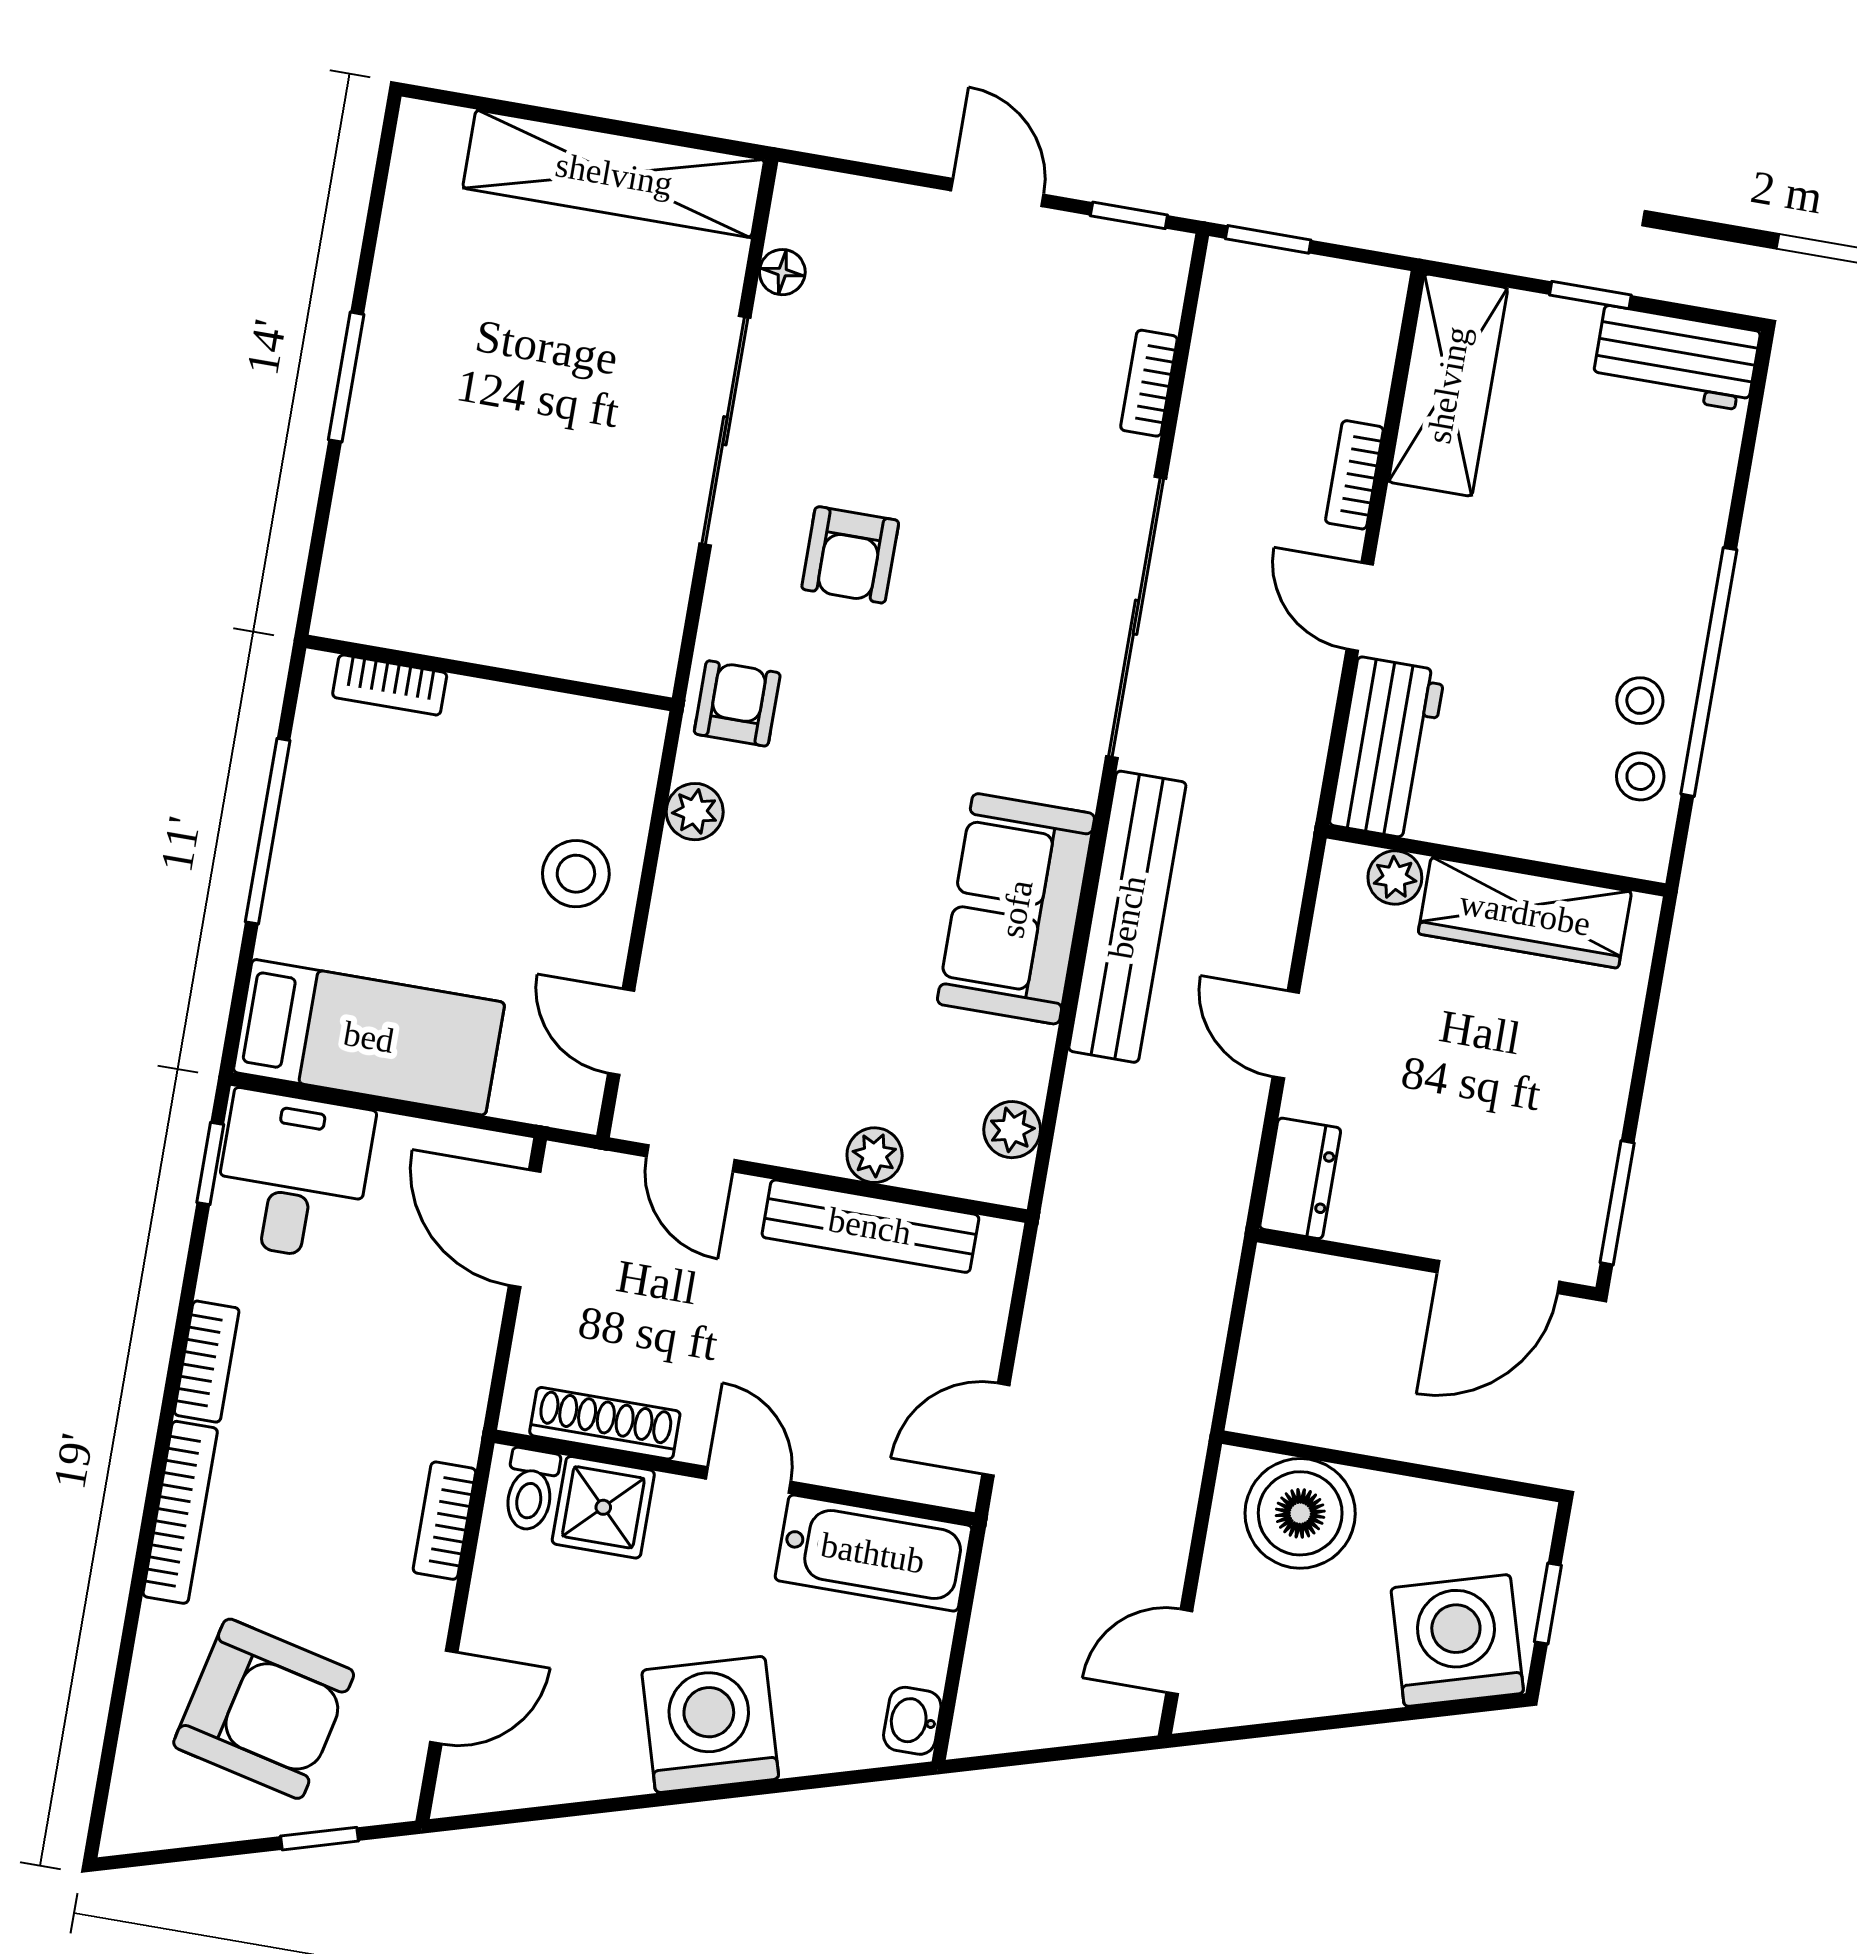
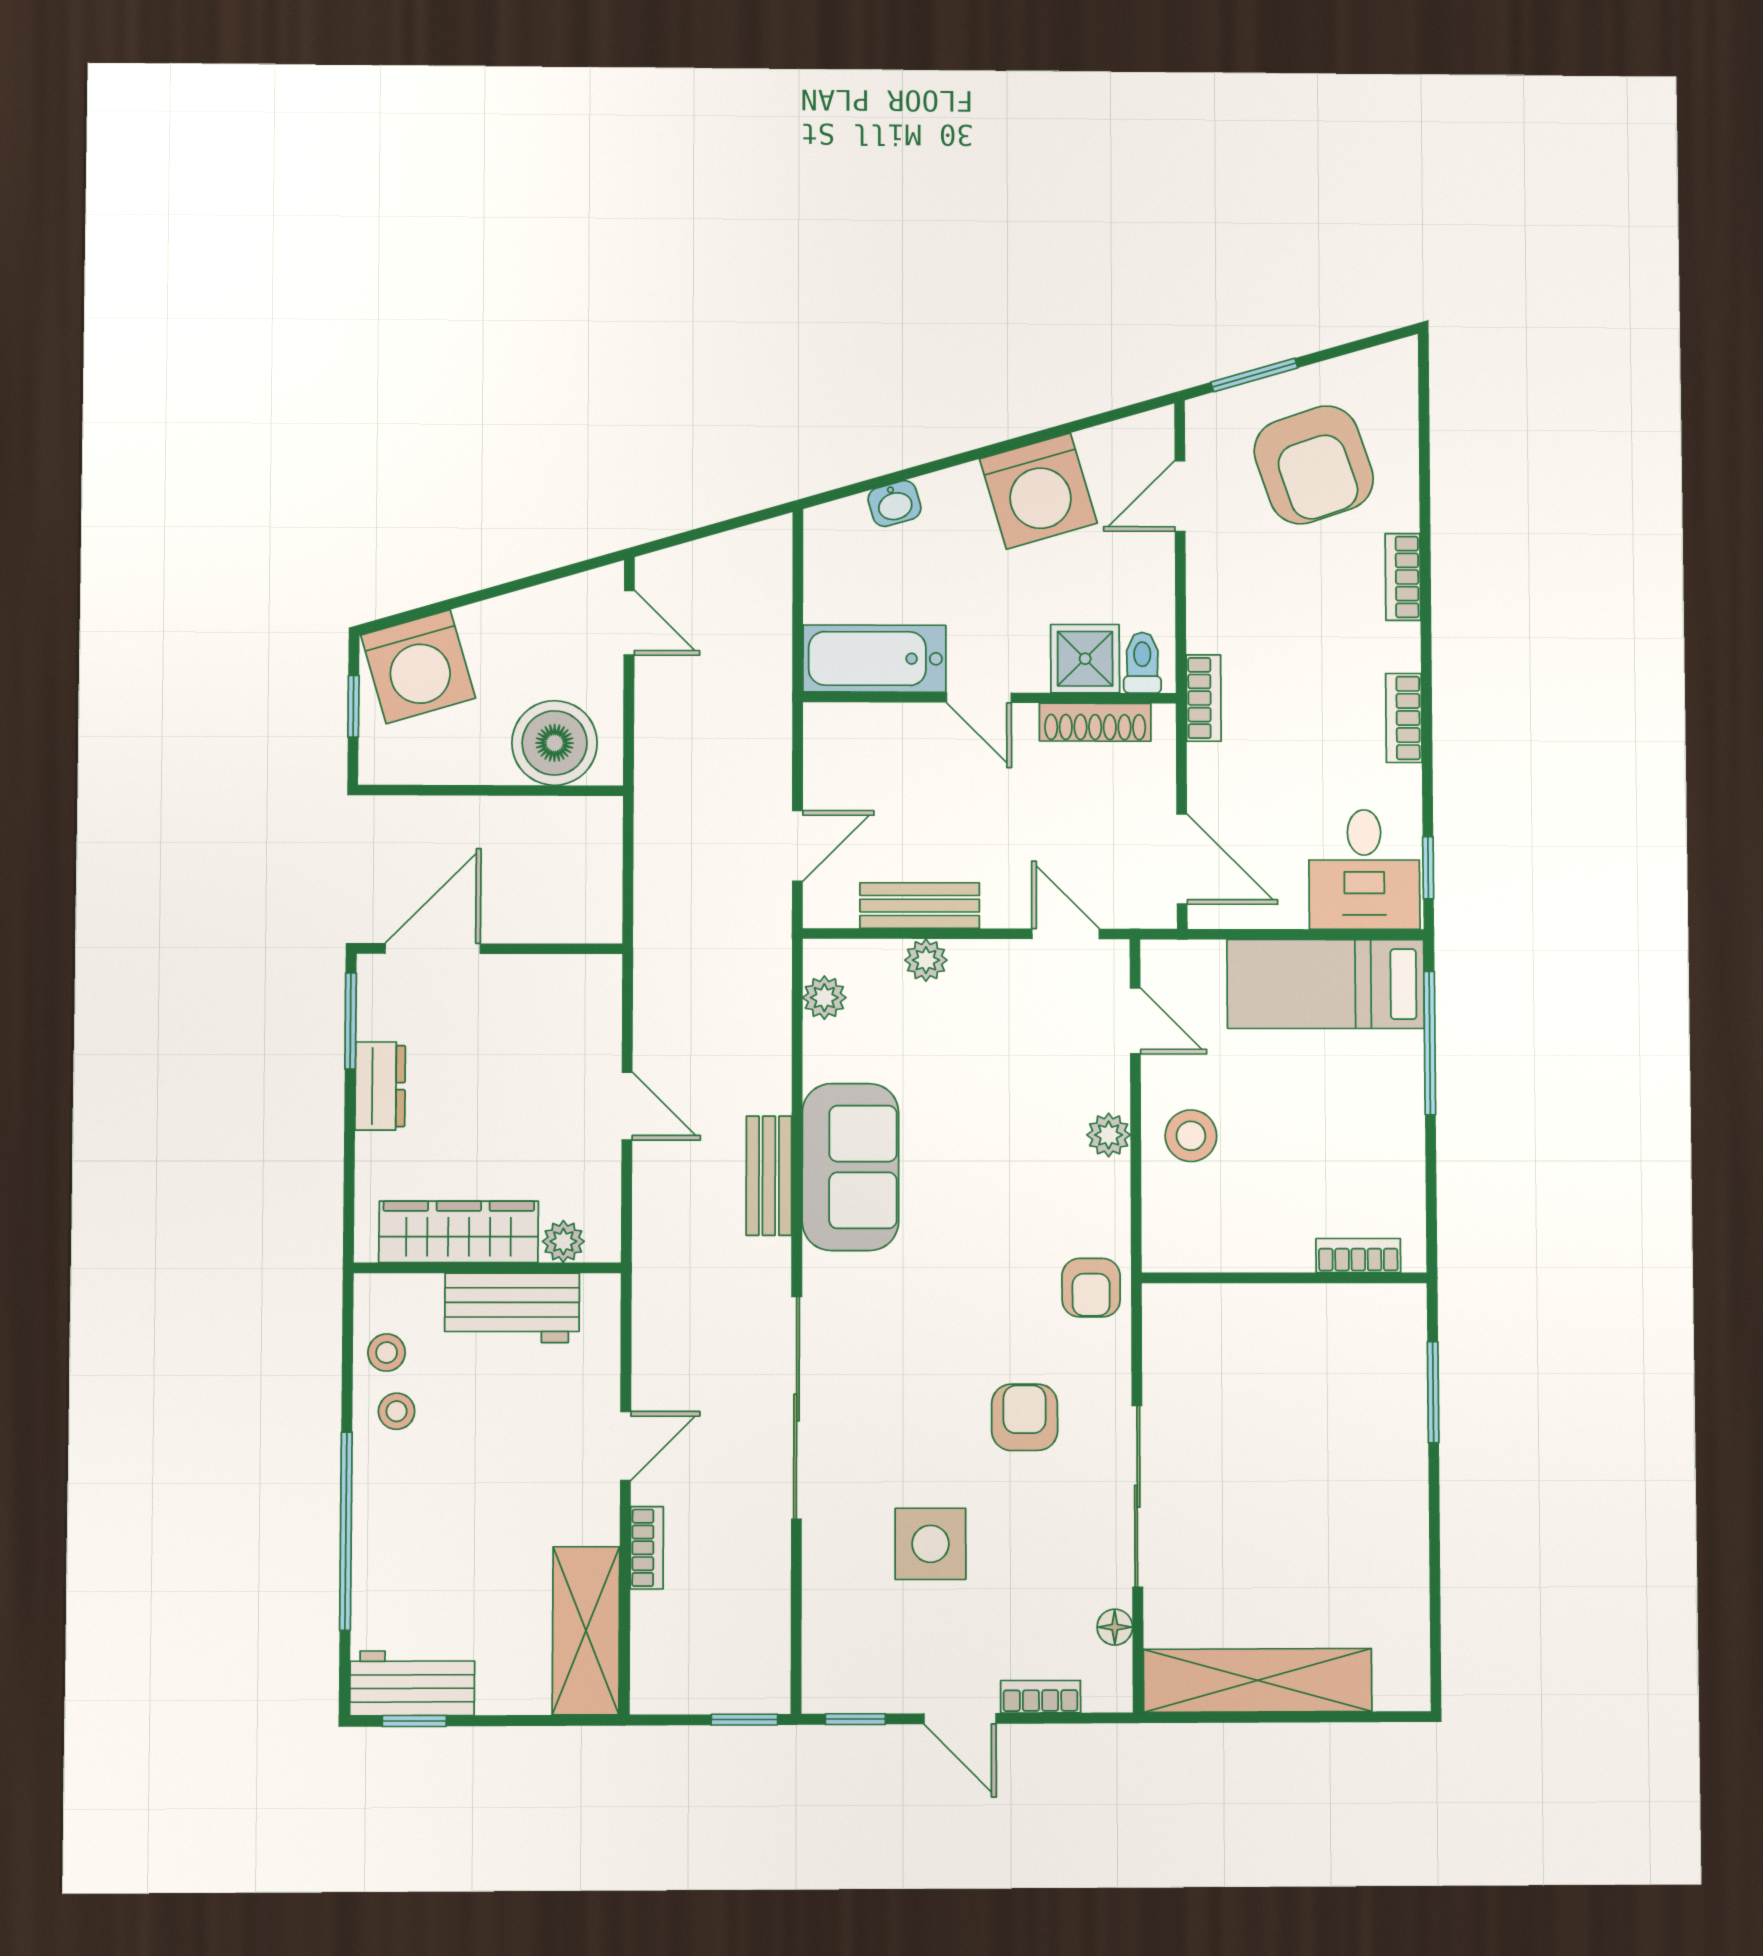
window: (1590, 295) -> (414, 1721), moved
window: (346, 377) -> (1433, 1392), moved
bookcase: (1149, 383) -> (1041, 1697), moved, turned -90
side table: (997, 417) -> (930, 1544), added
door: (1360, 607) -> (626, 1446), hinge flipped
window: (1709, 672) -> (346, 1531), moved
workbench: (1387, 748) -> (512, 1308), moved, turned -90
plant: (695, 812) -> (1109, 1135), moved
window: (268, 831) -> (1430, 1043), moved
bench: (1127, 917) -> (769, 1176), width x0.54, depth x0.82
dresser: (1300, 1178) -> (380, 1086), moved, turned 180
bench: (870, 1226) -> (920, 906), width x0.73
door: (996, 1430) -> (797, 846), moved
bookcase: (180, 1512) -> (1403, 577), width x0.64
bookcase: (444, 1521) -> (1204, 698), moved
door: (1179, 1652) -> (629, 623), hinge flipped
armchair: (264, 1709) -> (1314, 465), turned -122
washbasin: (912, 1721) -> (894, 504), moved, turned 74
washing machine: (710, 1724) -> (1038, 491), moved
window: (320, 1839) -> (1254, 375), width x1.50

